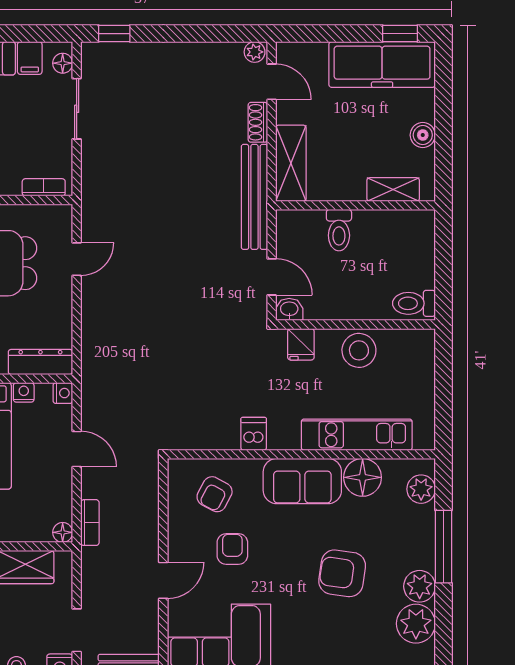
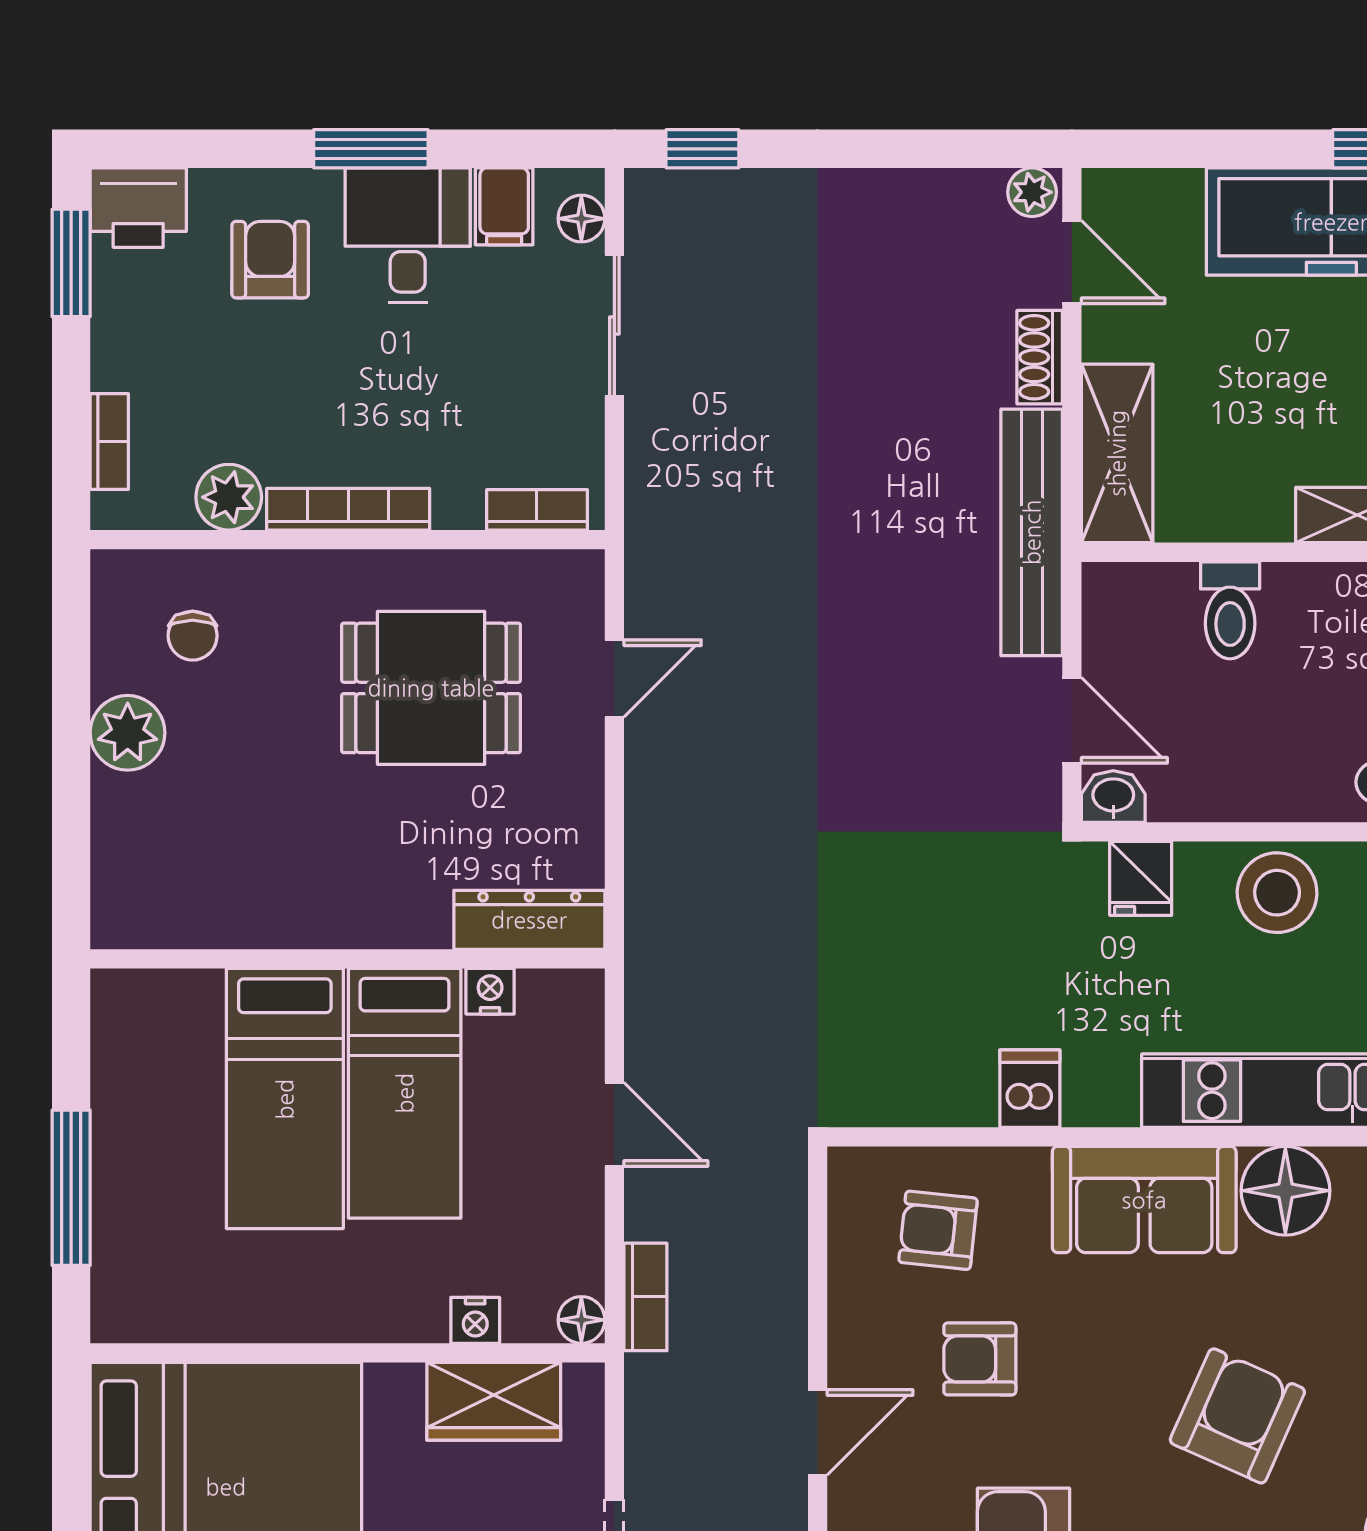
nightstand: (63, 393) -> (475, 1320), moved, turned 90
armchair: (215, 494) -> (938, 1230), turned 68
armchair: (232, 549) -> (980, 1359), turned -90
armchair: (342, 573) -> (1237, 1416), turned 106

